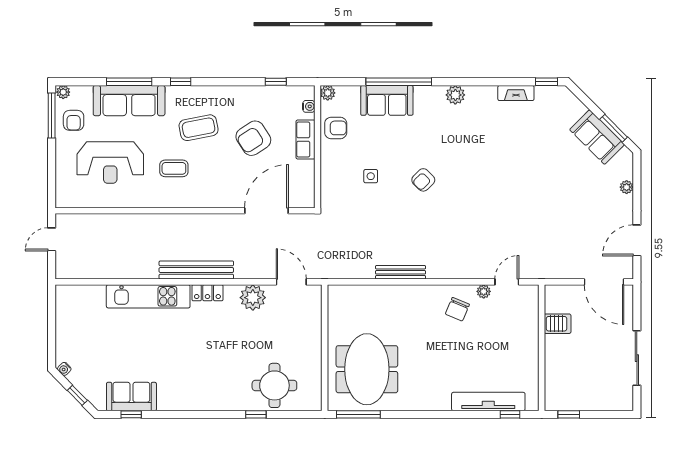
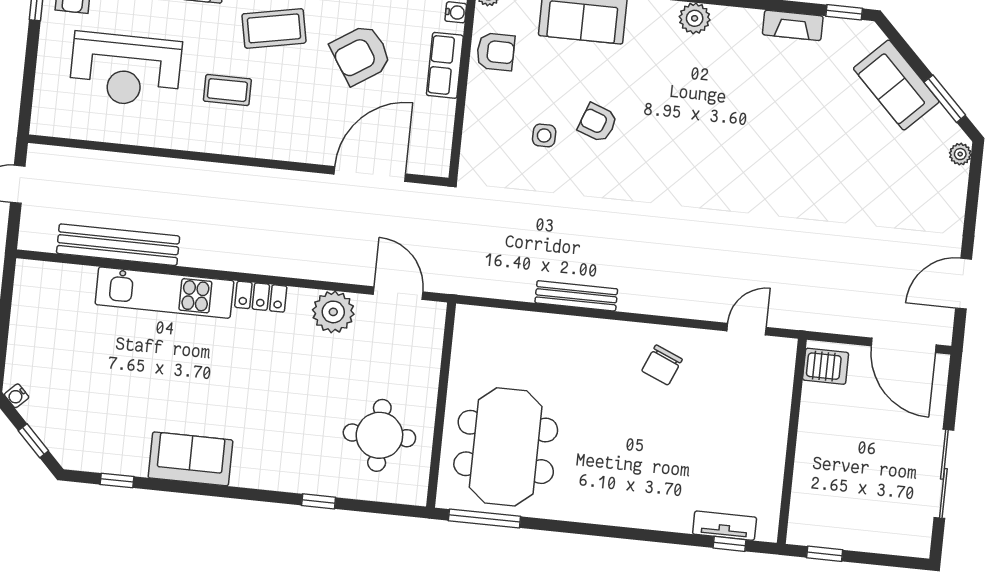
sofa: (597, 137) -> (896, 85), moved
armchair: (423, 180) -> (598, 123), moved, turned 65
plant: (627, 187) -> (960, 154), moved
bench: (196, 270) -> (118, 245), moved
plant: (484, 291) -> (707, 341), removed
server rack: (558, 324) -> (826, 366), moved
round table: (274, 385) -> (379, 435), moved
sofa: (131, 397) -> (191, 459), moved
tv unit: (488, 402) -> (725, 526), width x0.52, depth x0.78

